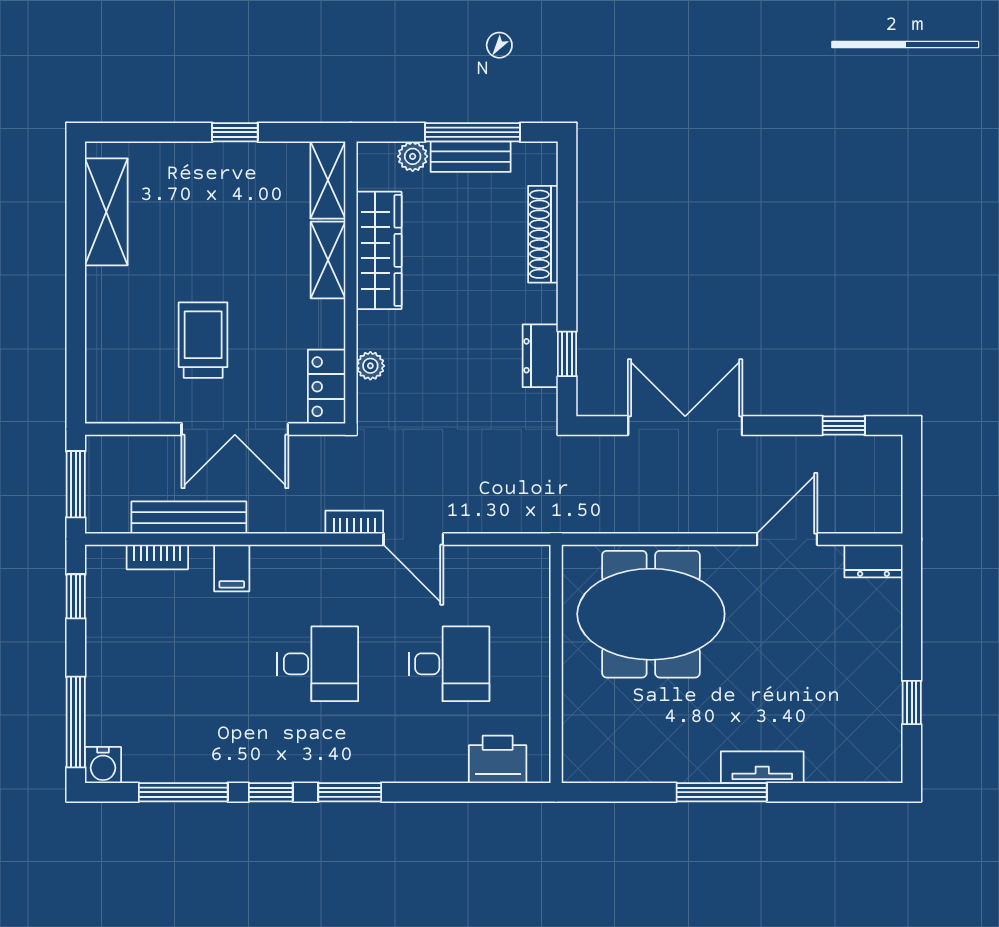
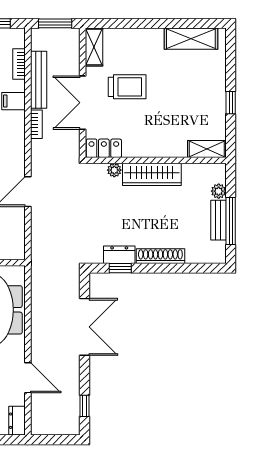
shoe rack: (543, 234) -> (160, 256), moved
wardrobe: (379, 250) -> (152, 174), moved
shelving: (328, 260) -> (94, 47), moved, turned 90
bookcase: (354, 522) -> (36, 124), moved

